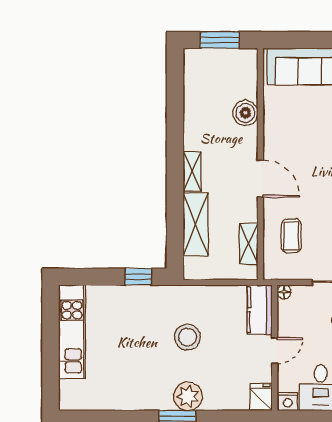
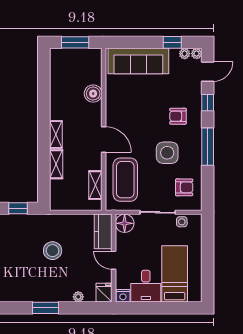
shelving: (196, 224) -> (56, 164), width x0.67, depth x0.75
coffee table: (291, 236) -> (125, 180), width x1.86, depth x1.72
floor lamp: (284, 292) -> (125, 223), width x1.89, depth x1.89
door: (275, 351) -> (114, 260), swing flipped
plant: (188, 396) -> (78, 297), moved, width x0.53, depth x0.53

